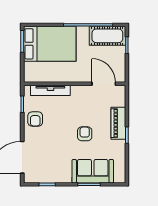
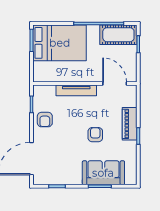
tv unit: (50, 90) -> (76, 90), moved

